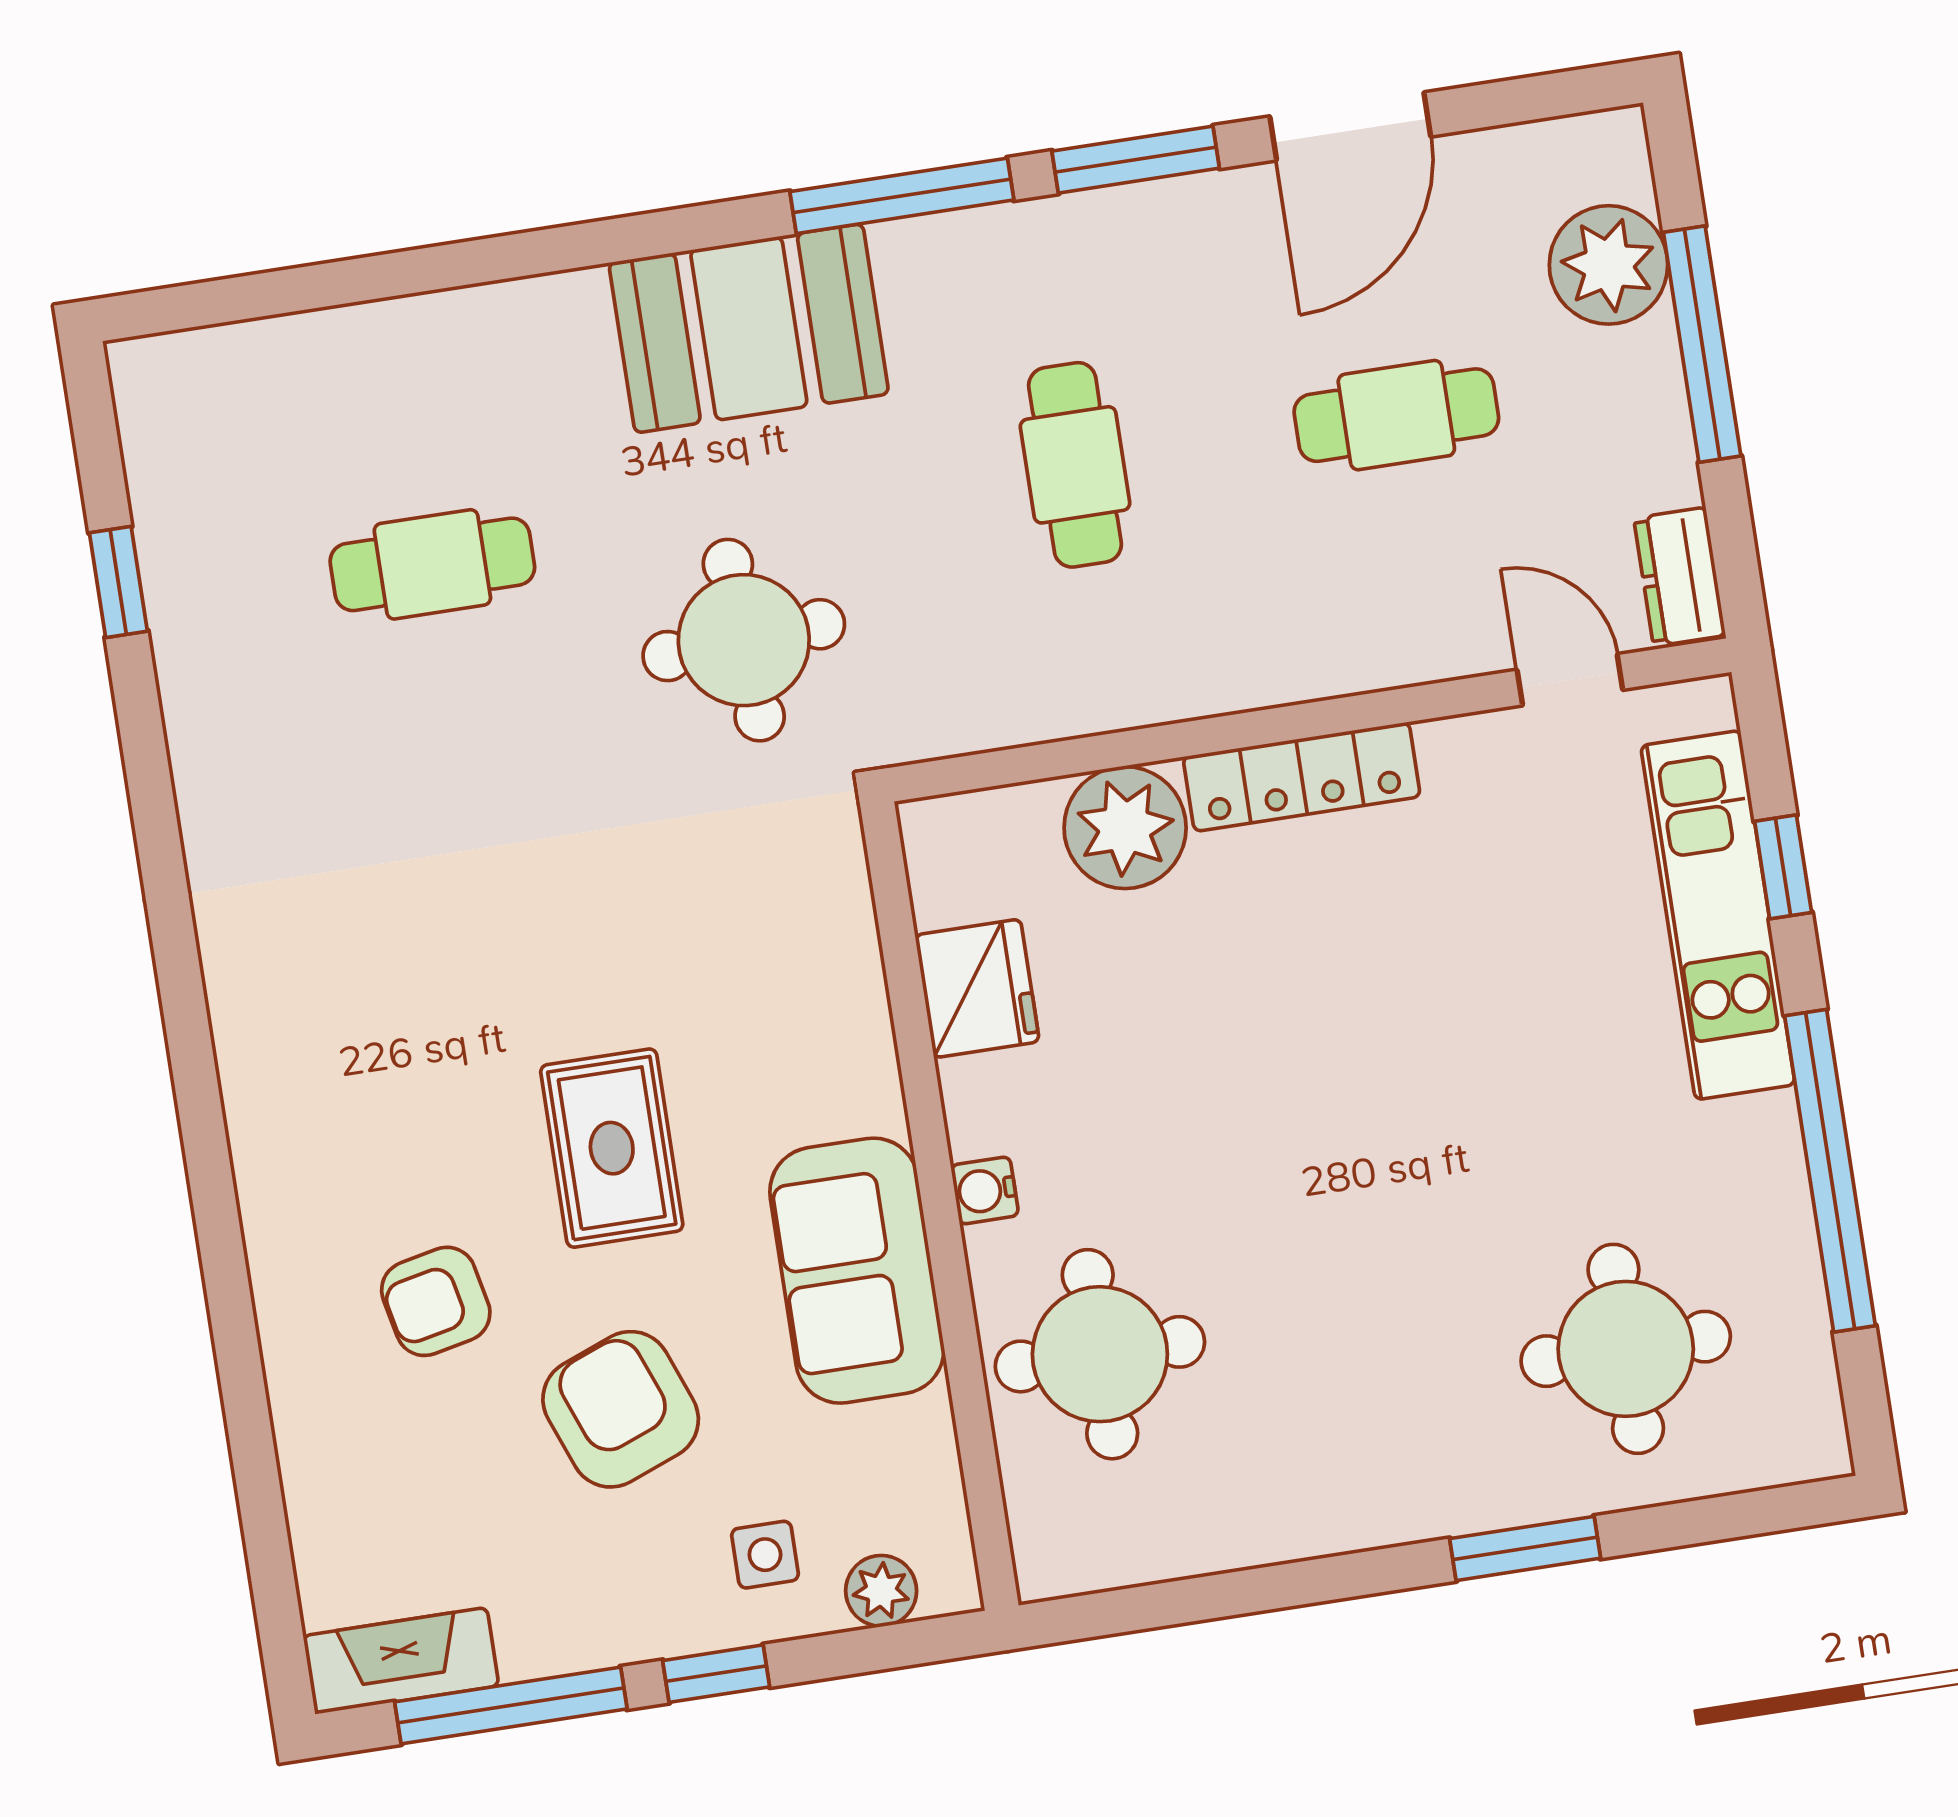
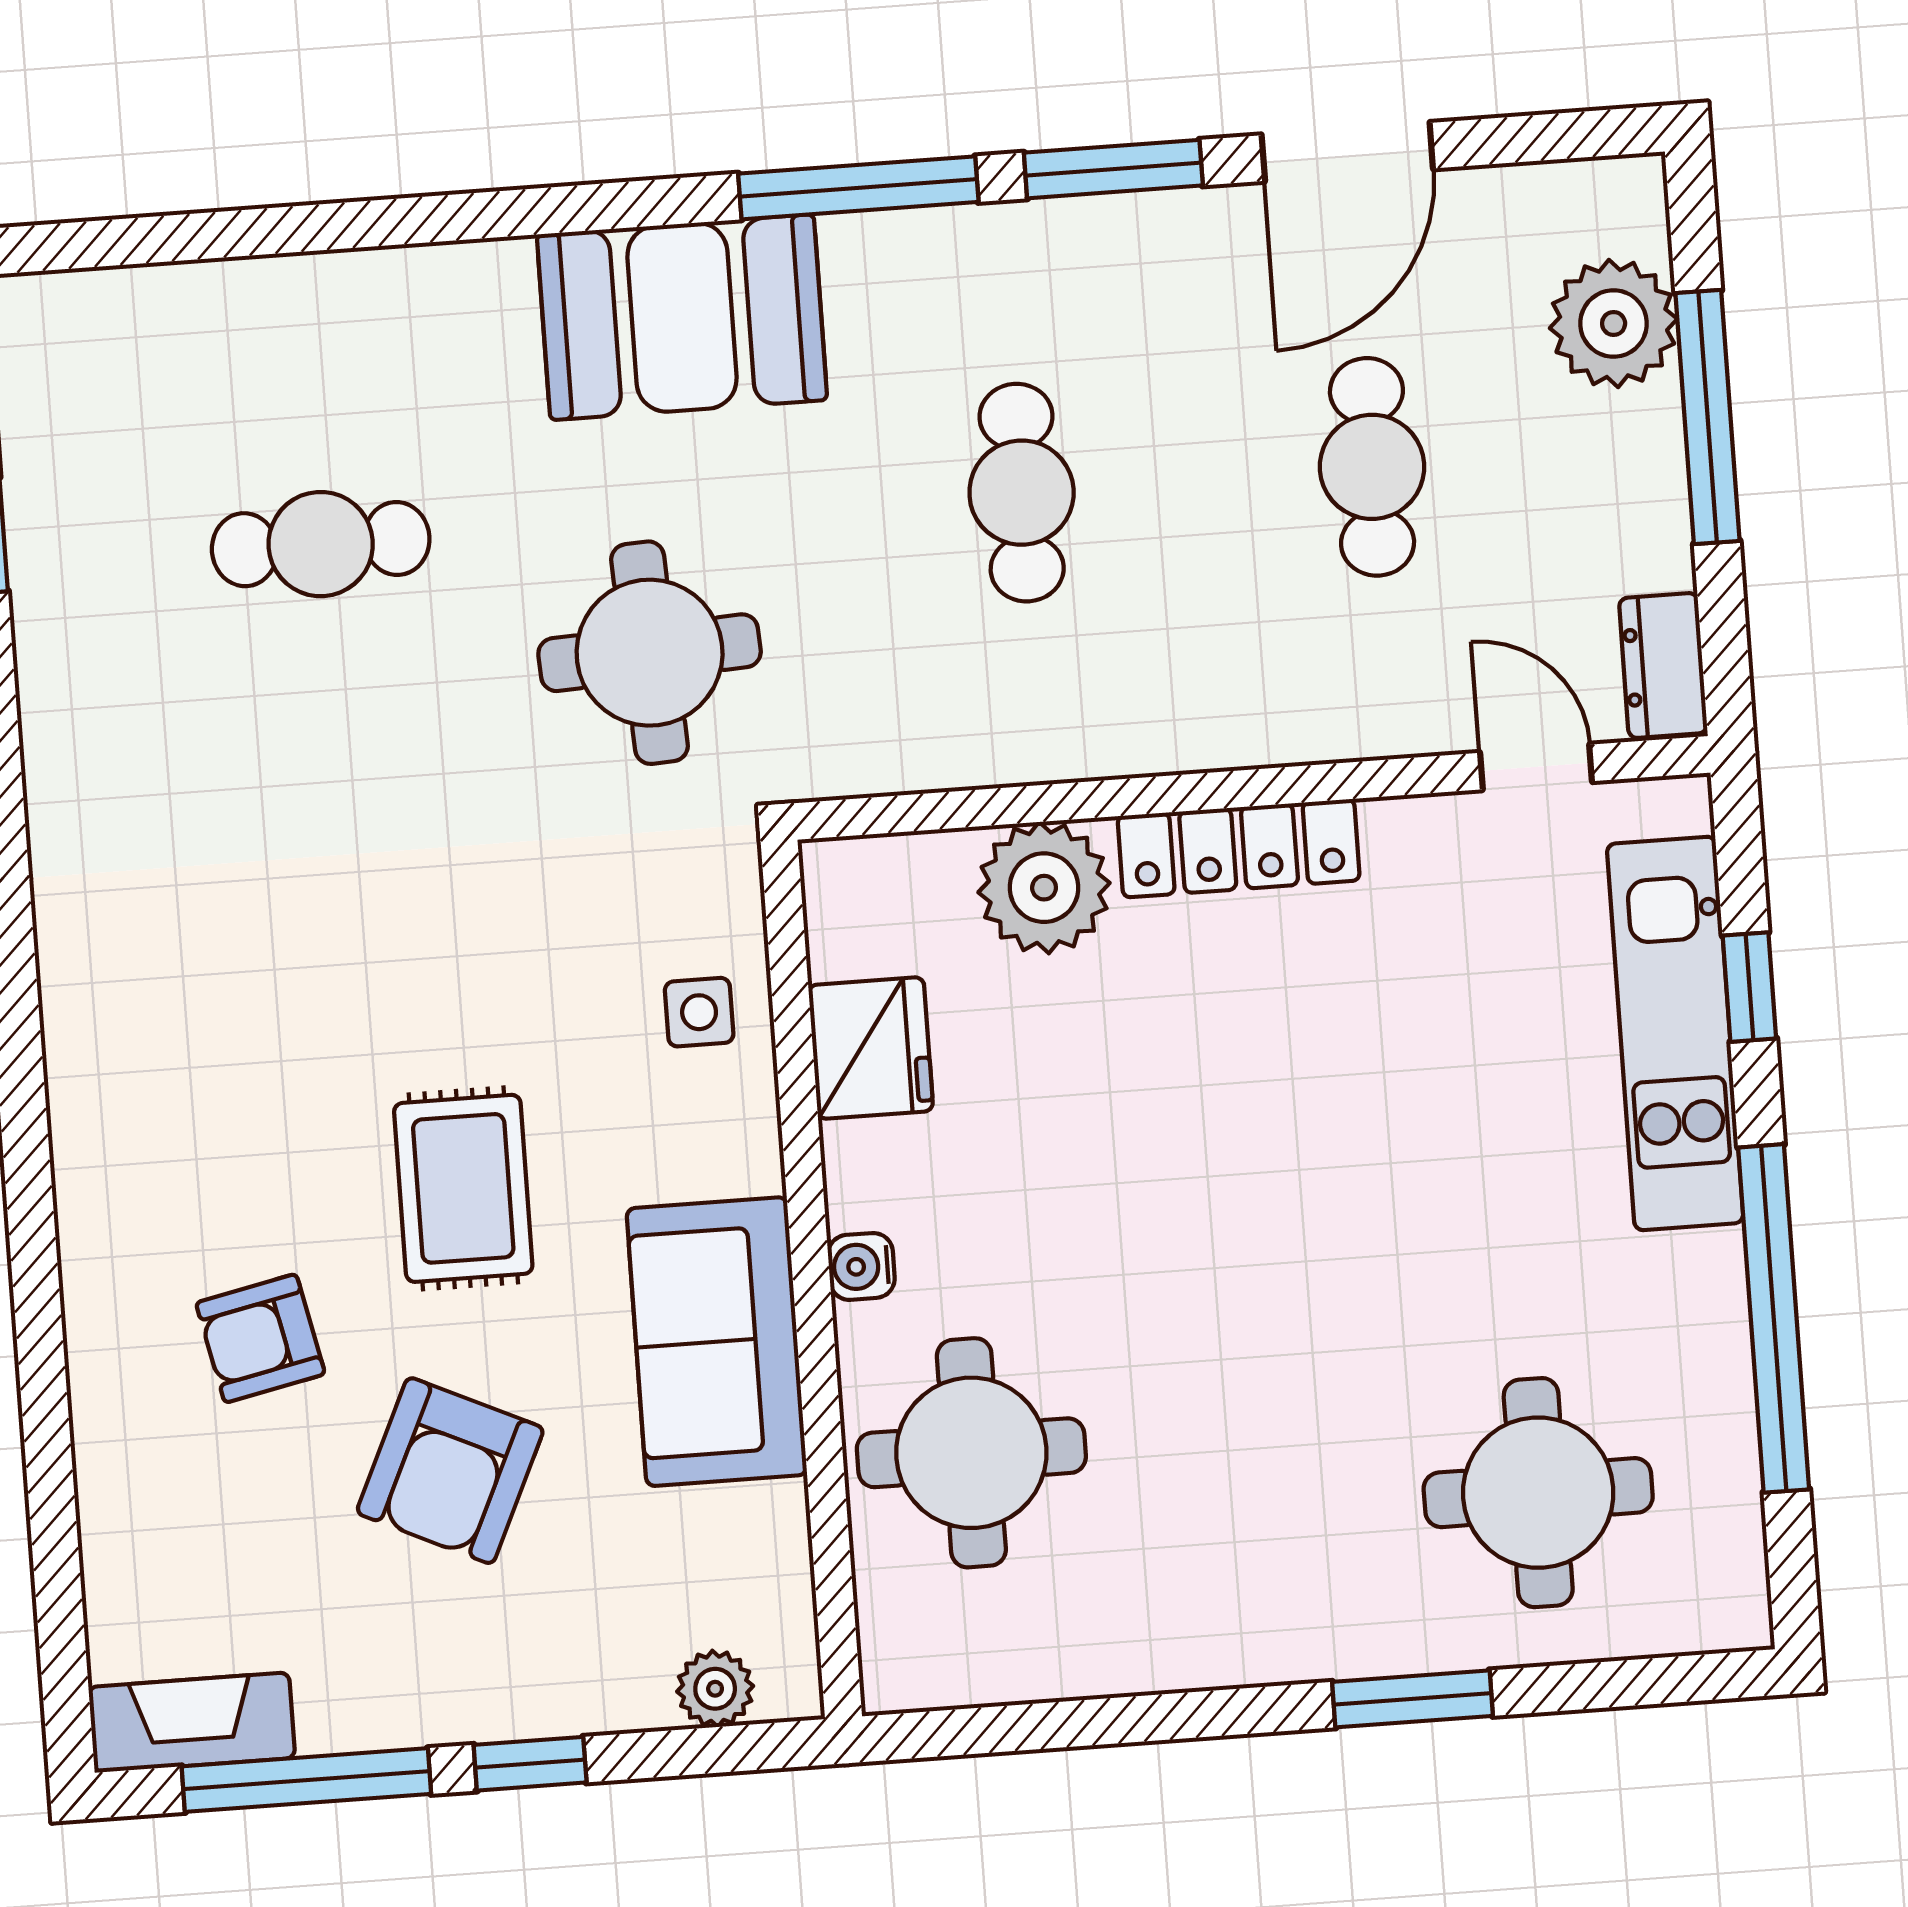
cafe table: (1396, 415) -> (1372, 467), turned 90
armchair: (621, 1409) -> (450, 1471), turned -134
side table: (765, 1555) -> (699, 1012), moved

